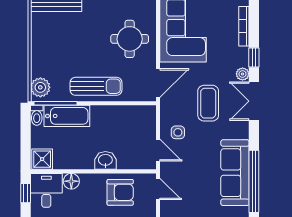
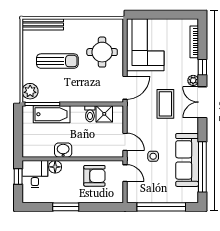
sun lounger: (96, 86) -> (57, 61), moved
toilet: (37, 115) -> (90, 114), moved
side table: (178, 132) -> (153, 156), moved
shower: (42, 159) -> (104, 114), moved
washbasin: (105, 160) -> (63, 150), moved

